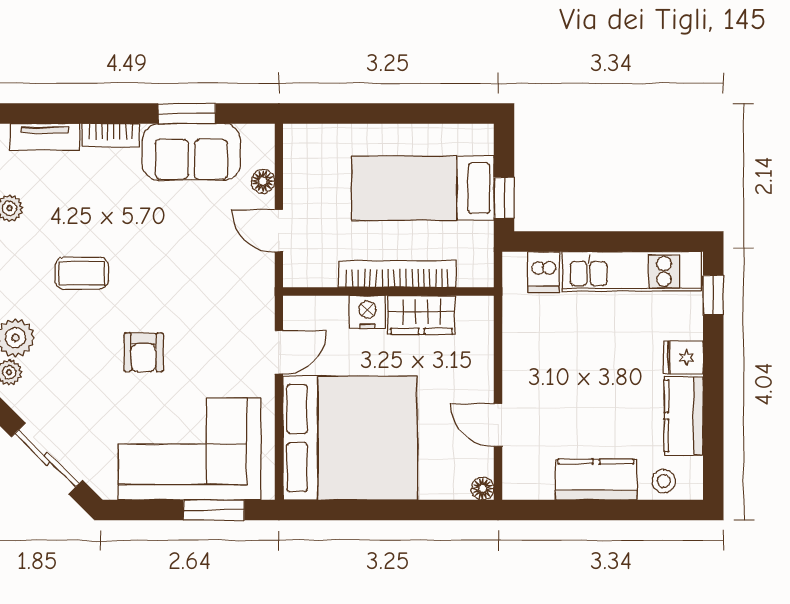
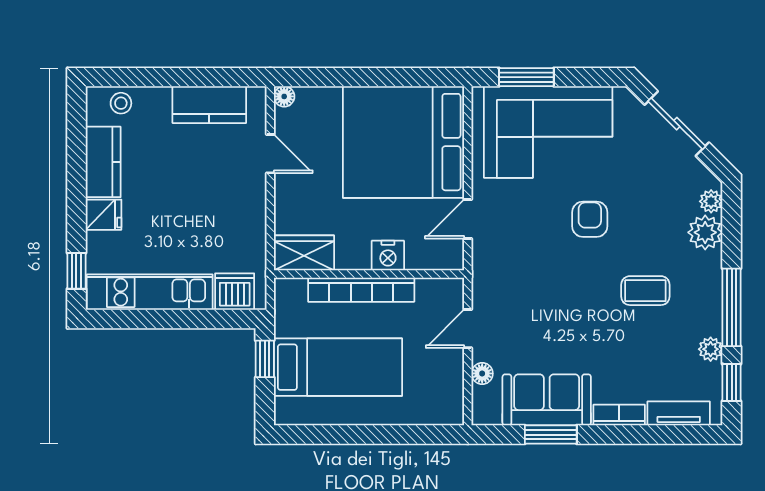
door: (279, 231) -> (468, 329), swing flipped
dishwasher: (544, 272) -> (235, 292), width x1.38
wardrobe: (422, 315) -> (304, 253), moved
kitchen counter: (596, 479) -> (209, 105), moved

